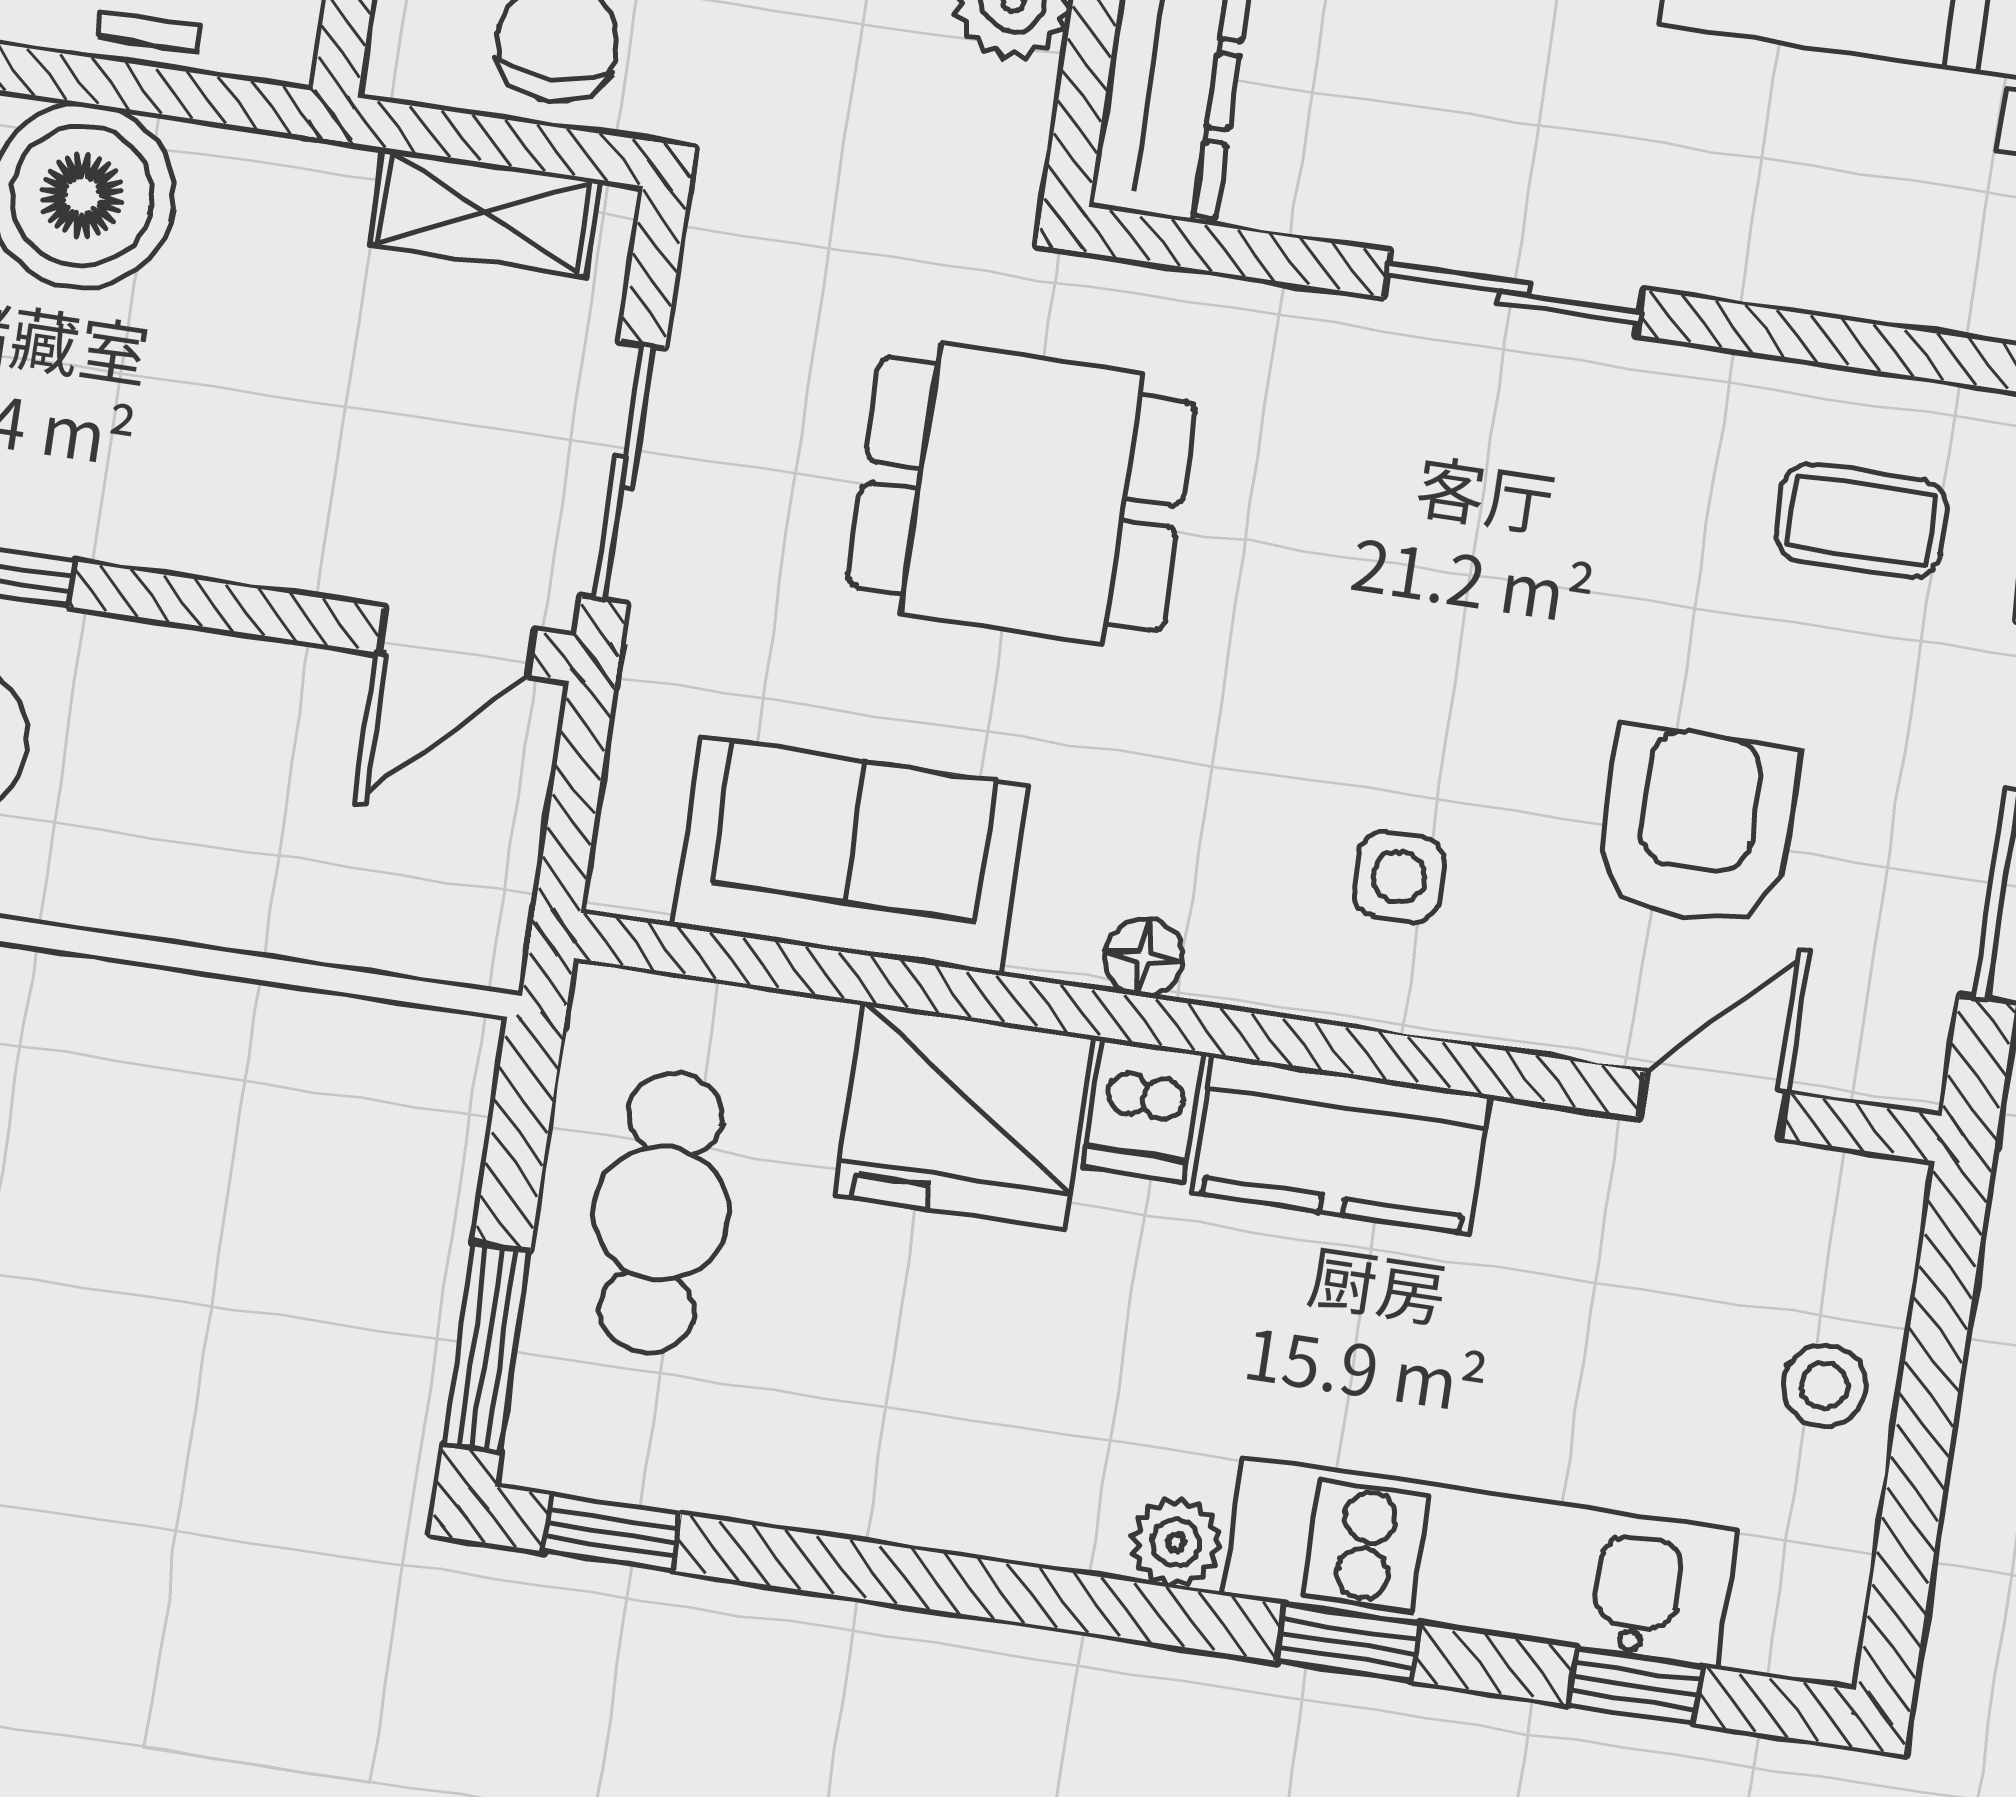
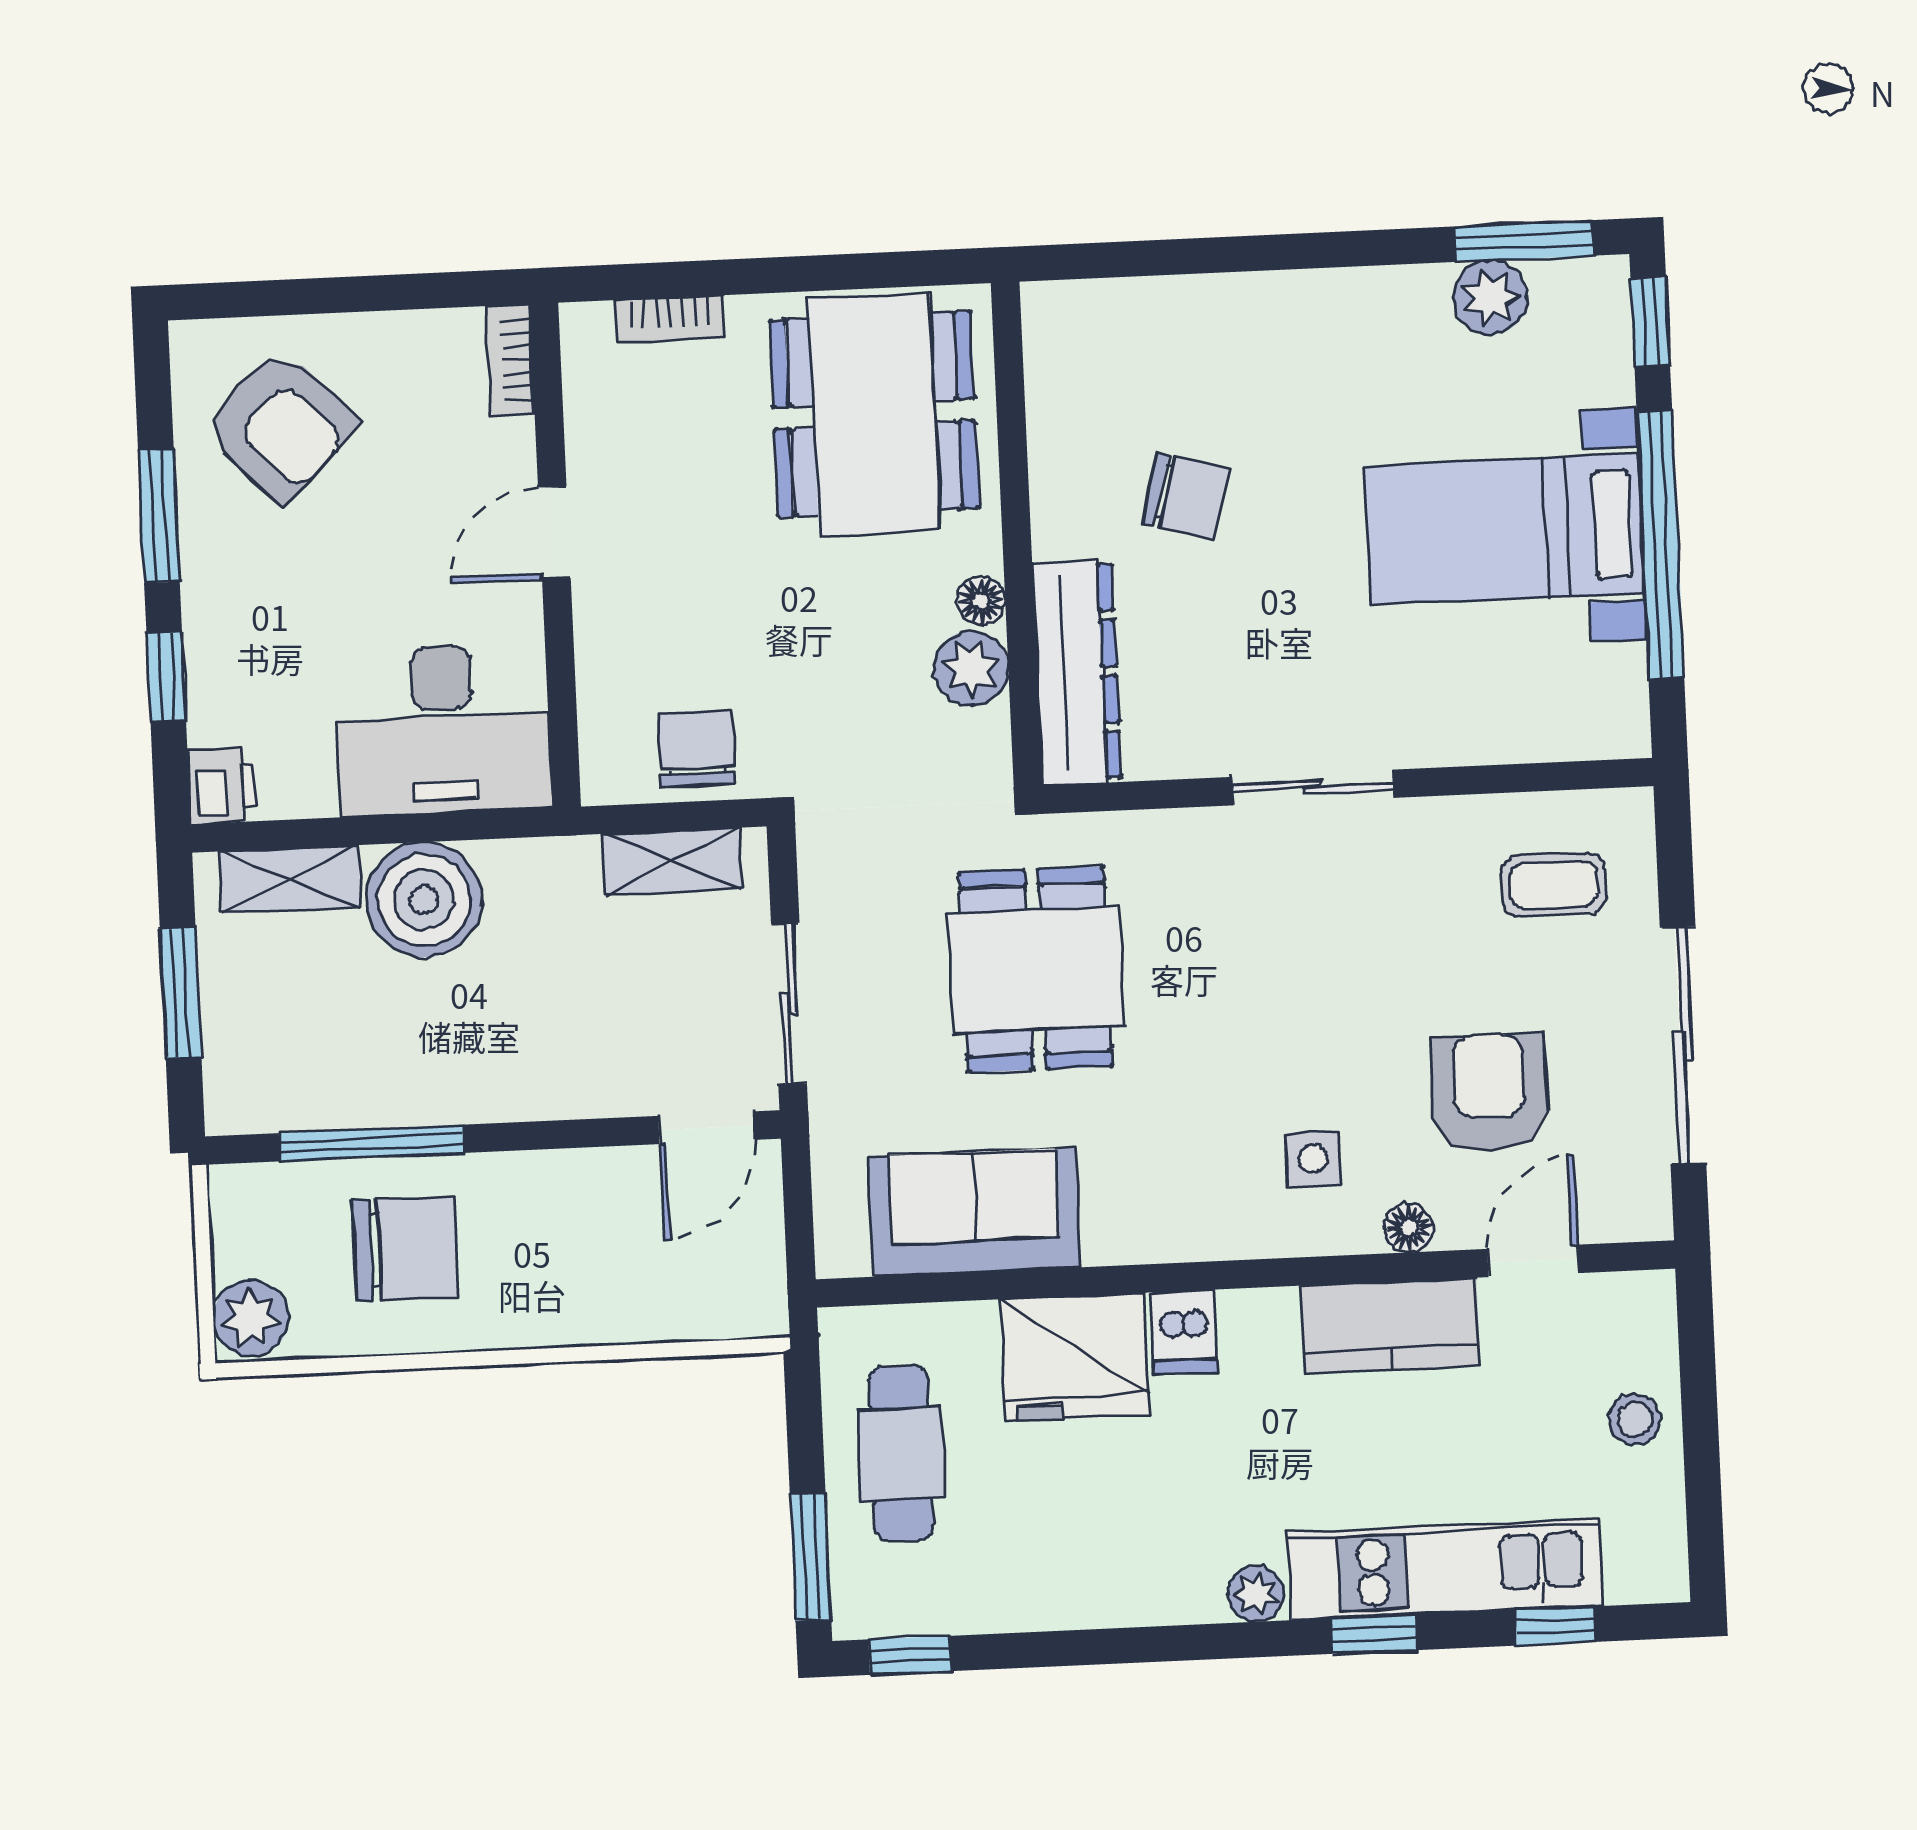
dining table: (1022, 494) -> (1036, 970), turned 90
floor lamp: (1144, 957) -> (1409, 1228), moved
kitchen counter: (1341, 1144) -> (1390, 1326), moved

